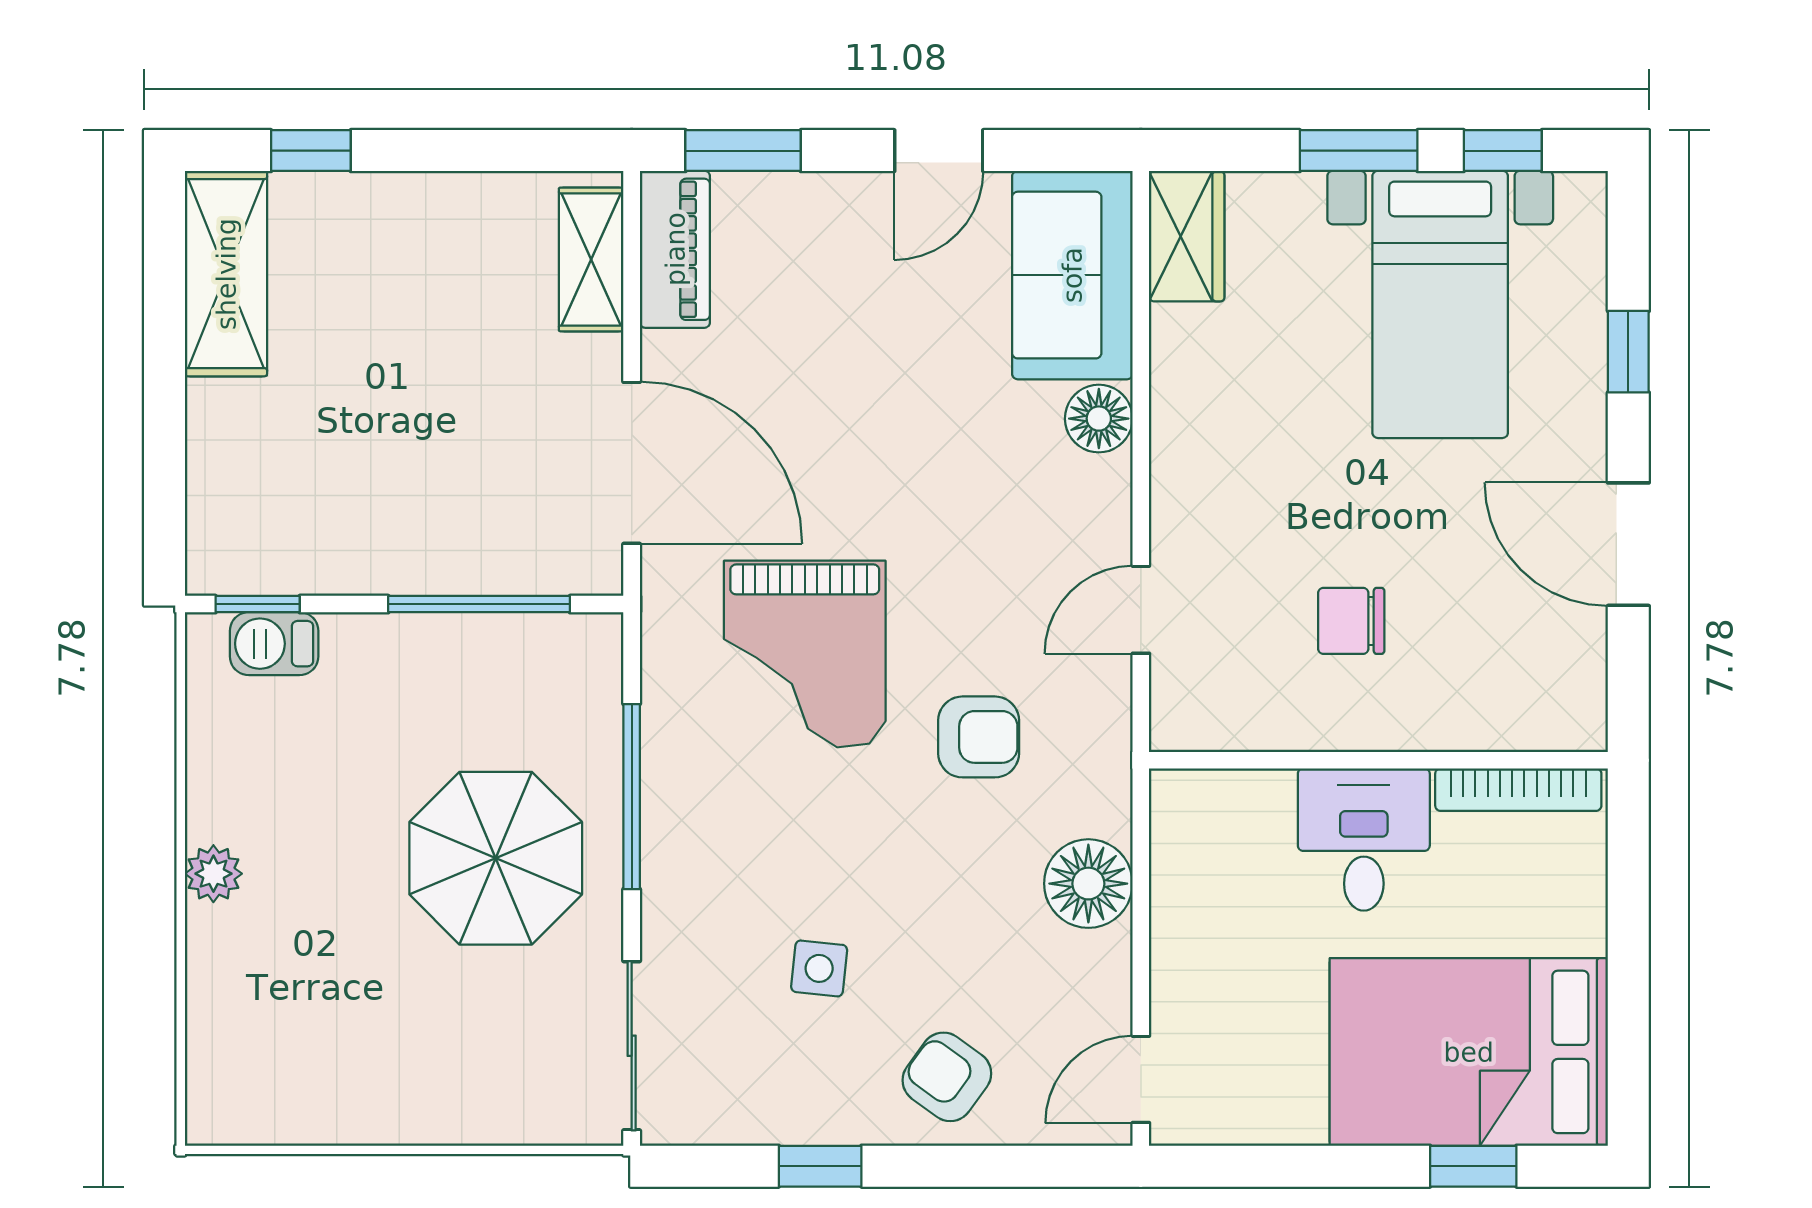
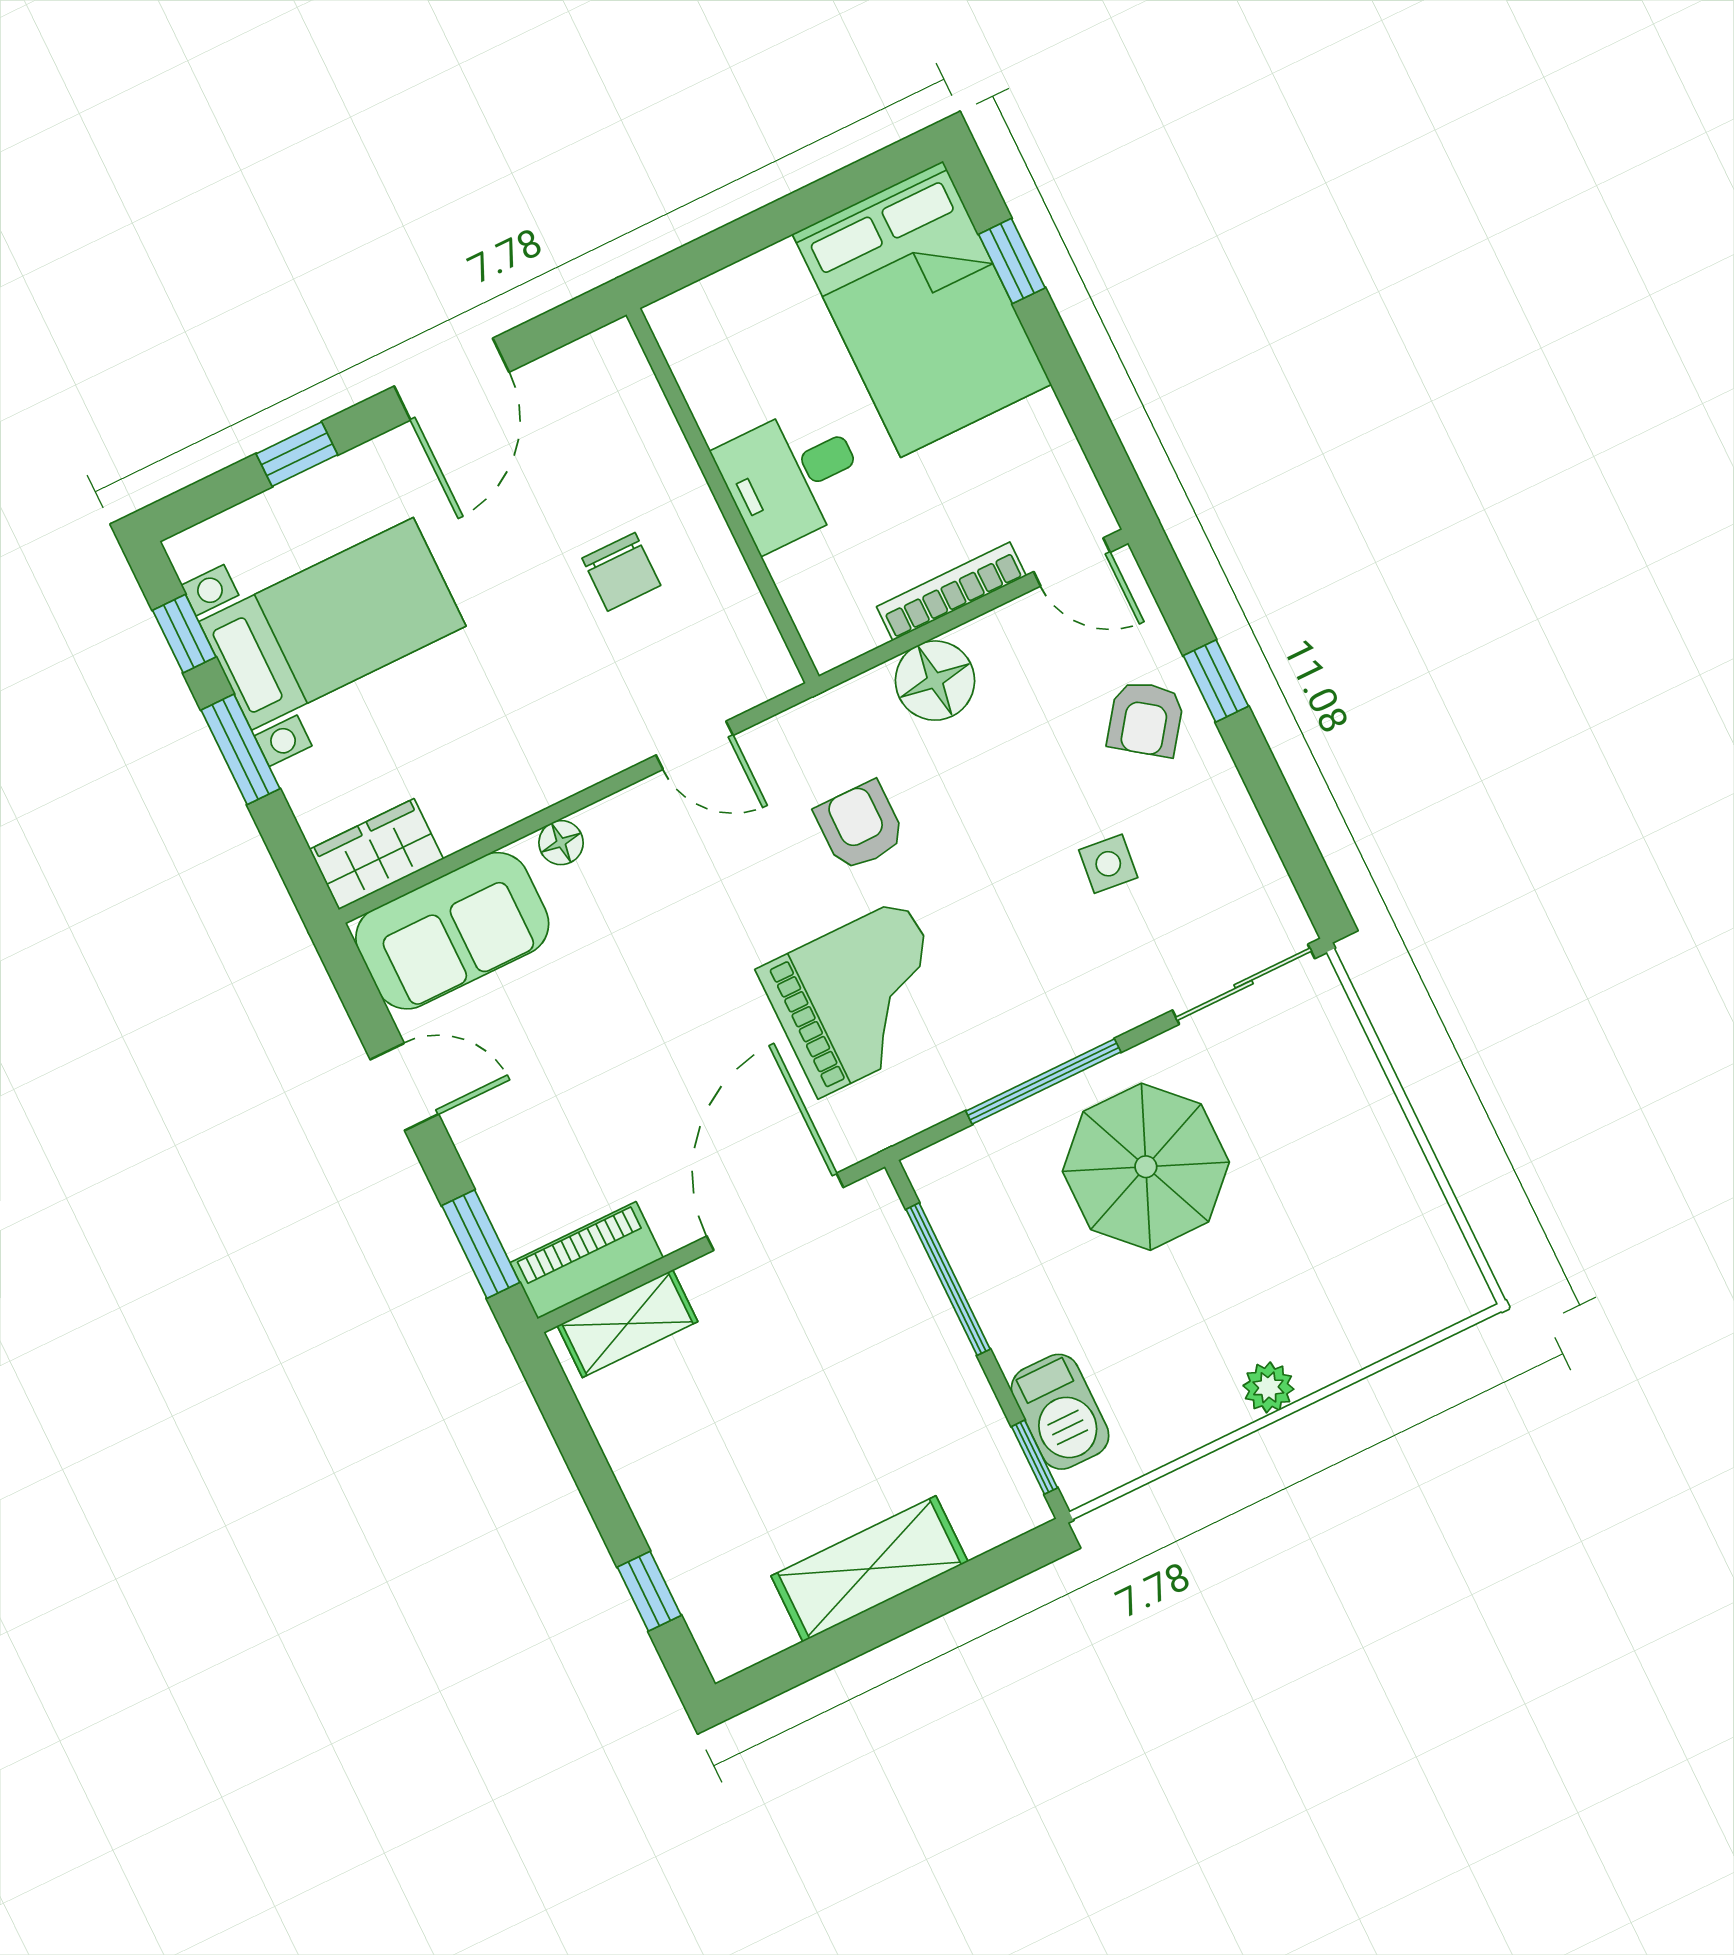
shelving: (226, 274) -> (869, 1569), moved
floor lamp: (1099, 419) -> (561, 843), width x0.73, depth x0.73
barbecue: (274, 644) -> (1060, 1412), width x1.38, depth x1.27
bookcase: (1518, 790) -> (951, 591), moved, turned -90
window: (820, 1166) -> (1216, 681), moved

